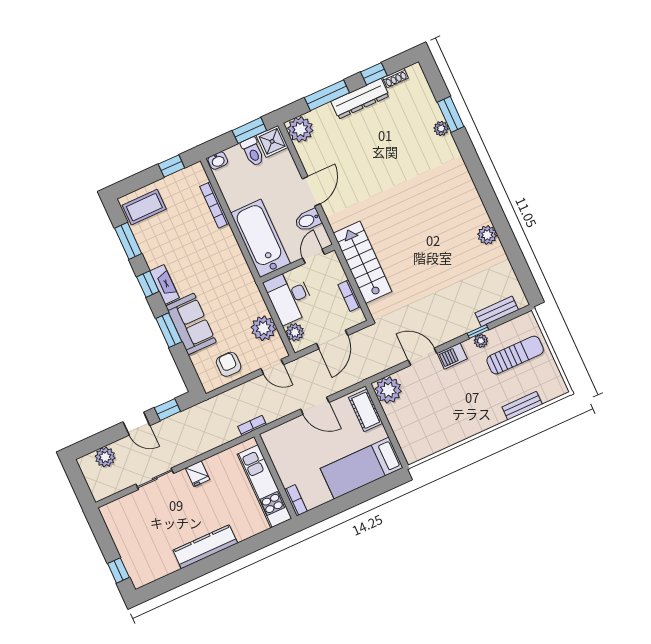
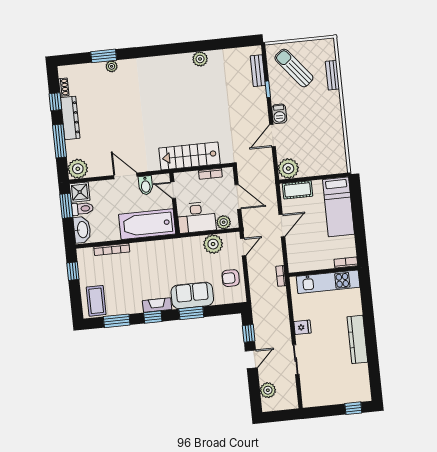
washbasin: (218, 161) -> (82, 230), width x1.91, depth x1.45
plant: (481, 341) -> (275, 89), removed
sun lounger: (515, 355) -> (294, 68), turned -39

